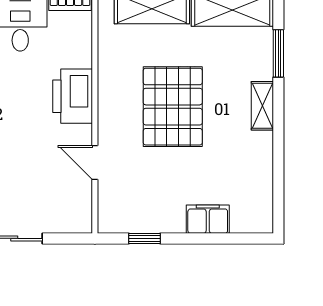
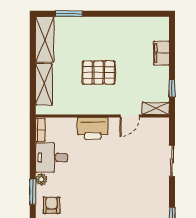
shelving: (262, 106) -> (156, 108), moved
pallet: (173, 107) -> (99, 73), width x0.73, depth x0.71

